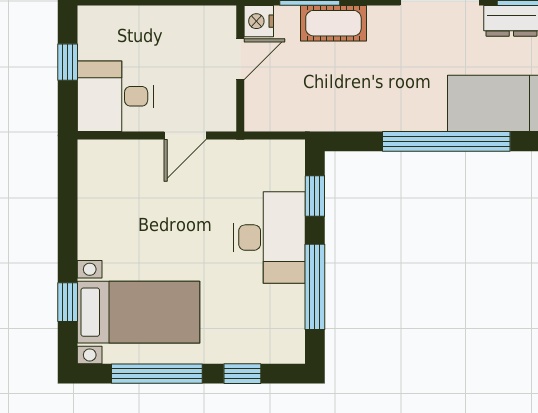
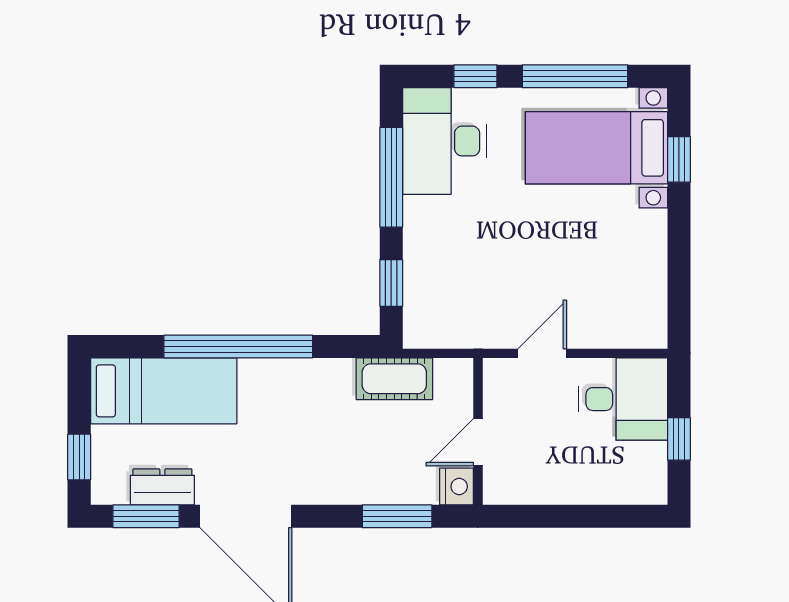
cot: (333, 23) -> (394, 379), moved
desk: (269, 238) -> (445, 141), moved

